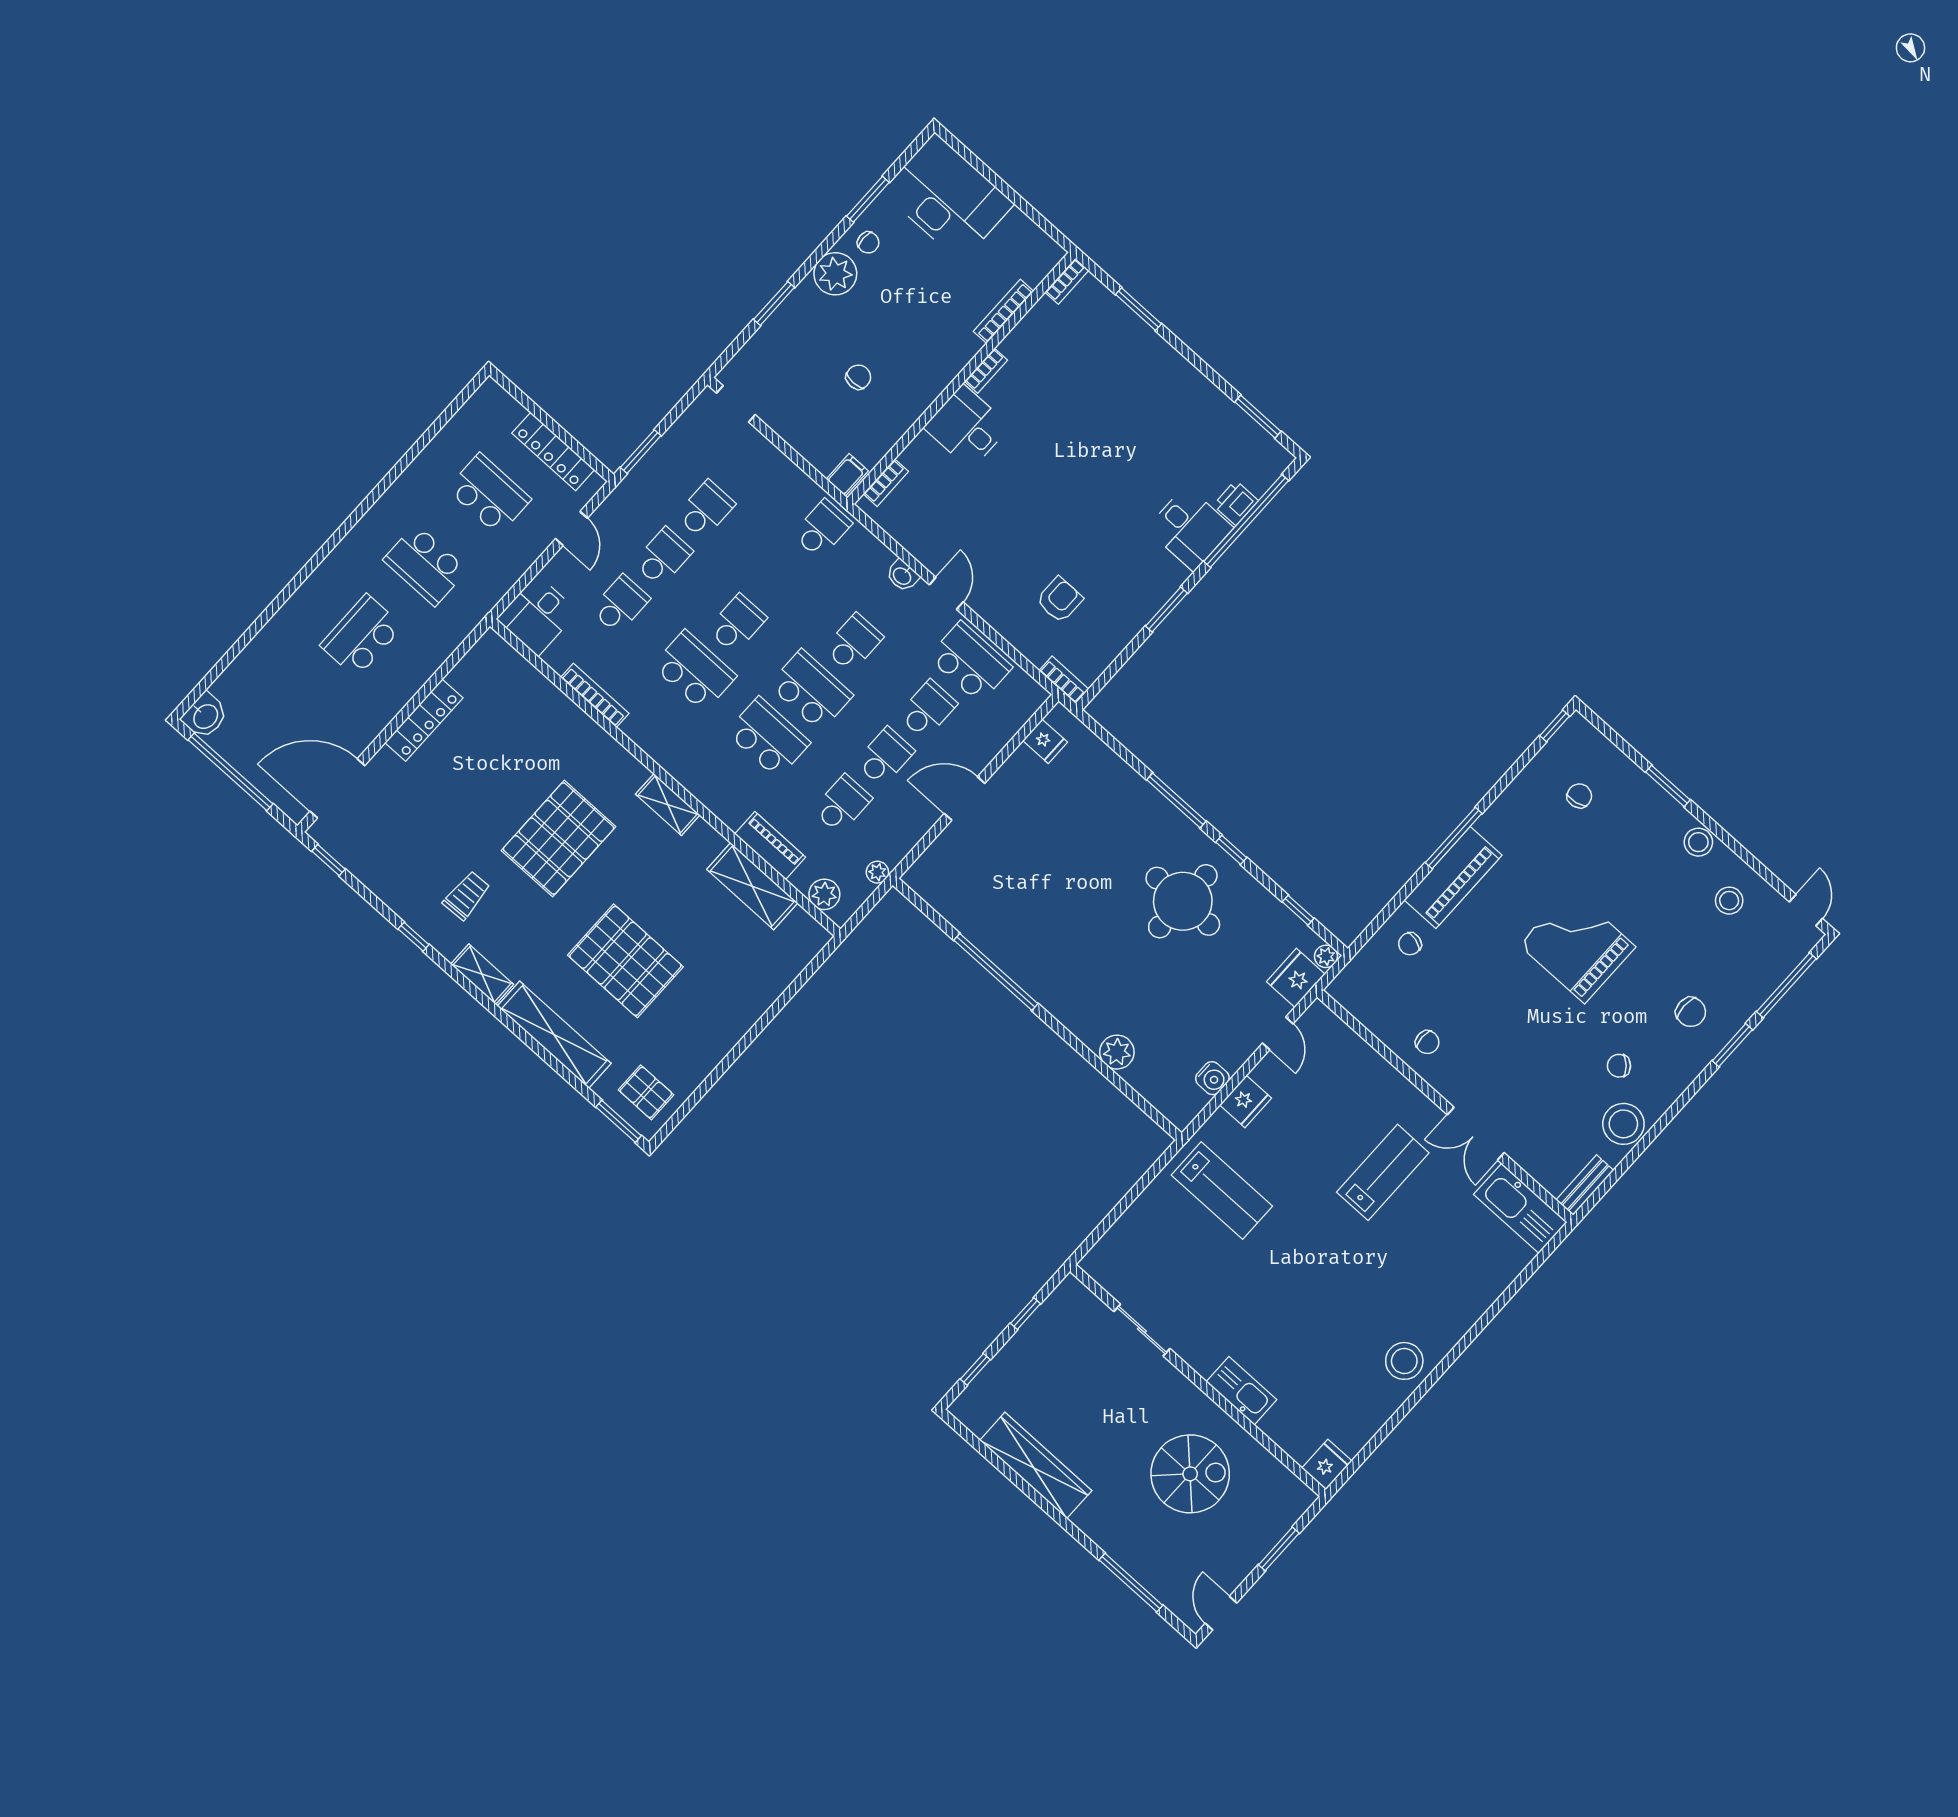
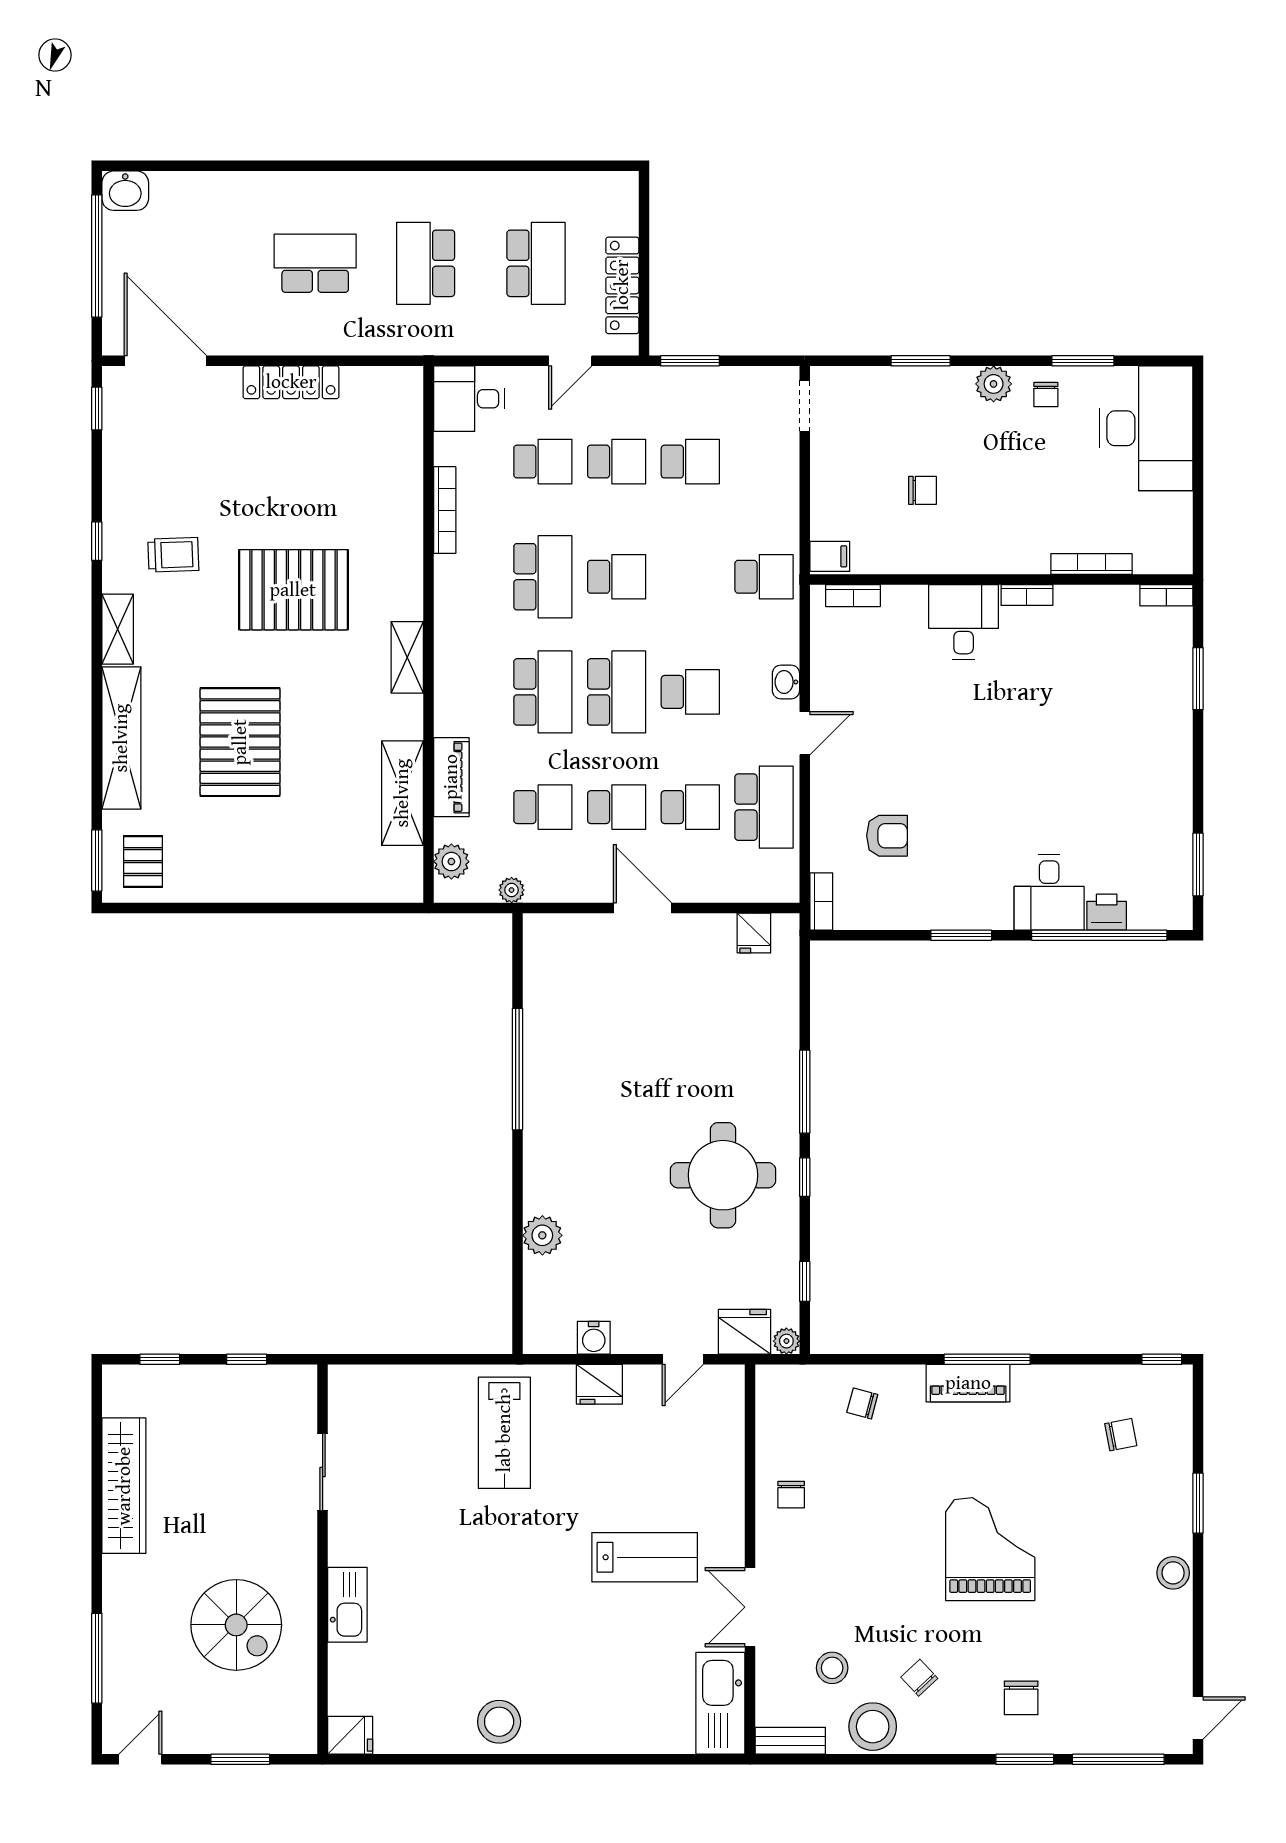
plant: (835, 274) -> (994, 384), width x0.73, depth x0.73
piano: (1453, 878) -> (968, 1383), width x0.73, depth x0.75
stool: (1729, 901) -> (832, 1668), moved

